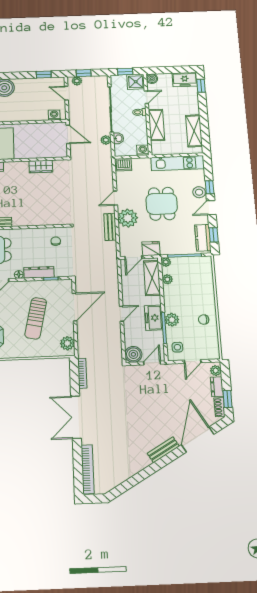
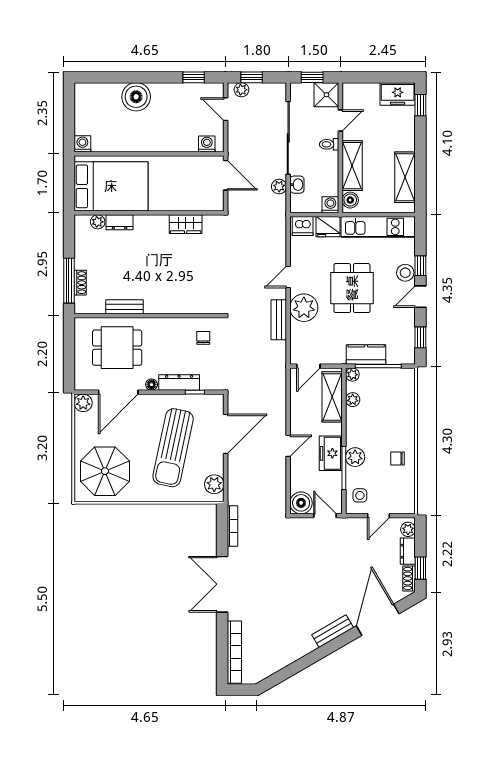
boiler: (152, 79) -> (350, 200), moved
kitchen counter: (203, 238) -> (366, 355), moved, turned 90
fridge: (151, 249) -> (328, 227), moved, turned 180
sun lounger: (36, 318) -> (173, 448), width x1.36, depth x1.34
door: (152, 363) -> (325, 516), hinge flipped

